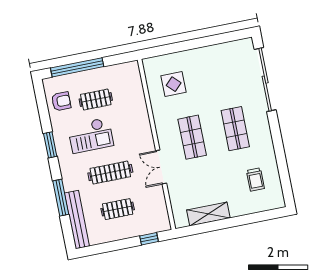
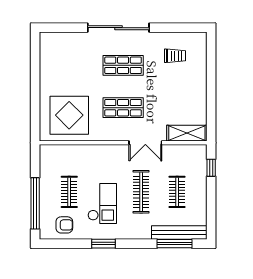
sliding door: (265, 80) -> (118, 28), moved
display table: (174, 84) -> (69, 115), width x1.86, depth x1.86
armchair: (61, 101) -> (64, 225), turned 90
window: (61, 198) -> (174, 244), moved
shelving: (208, 214) -> (187, 133), moved, turned 90

